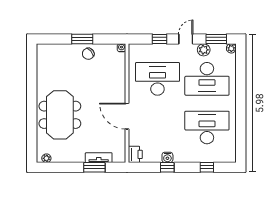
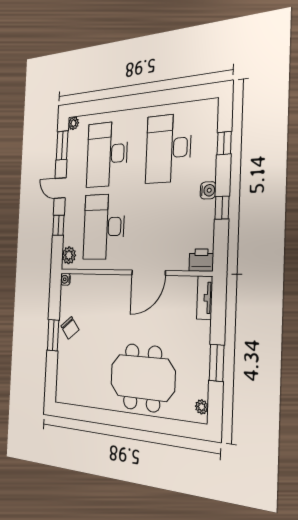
plant: (204, 50) -> (69, 255), moved
desk: (207, 79) -> (107, 154), turned 180
water cooler: (167, 157) -> (208, 190), moved
tv unit: (99, 158) -> (205, 298), moved
window: (94, 167) -> (217, 363), moved

